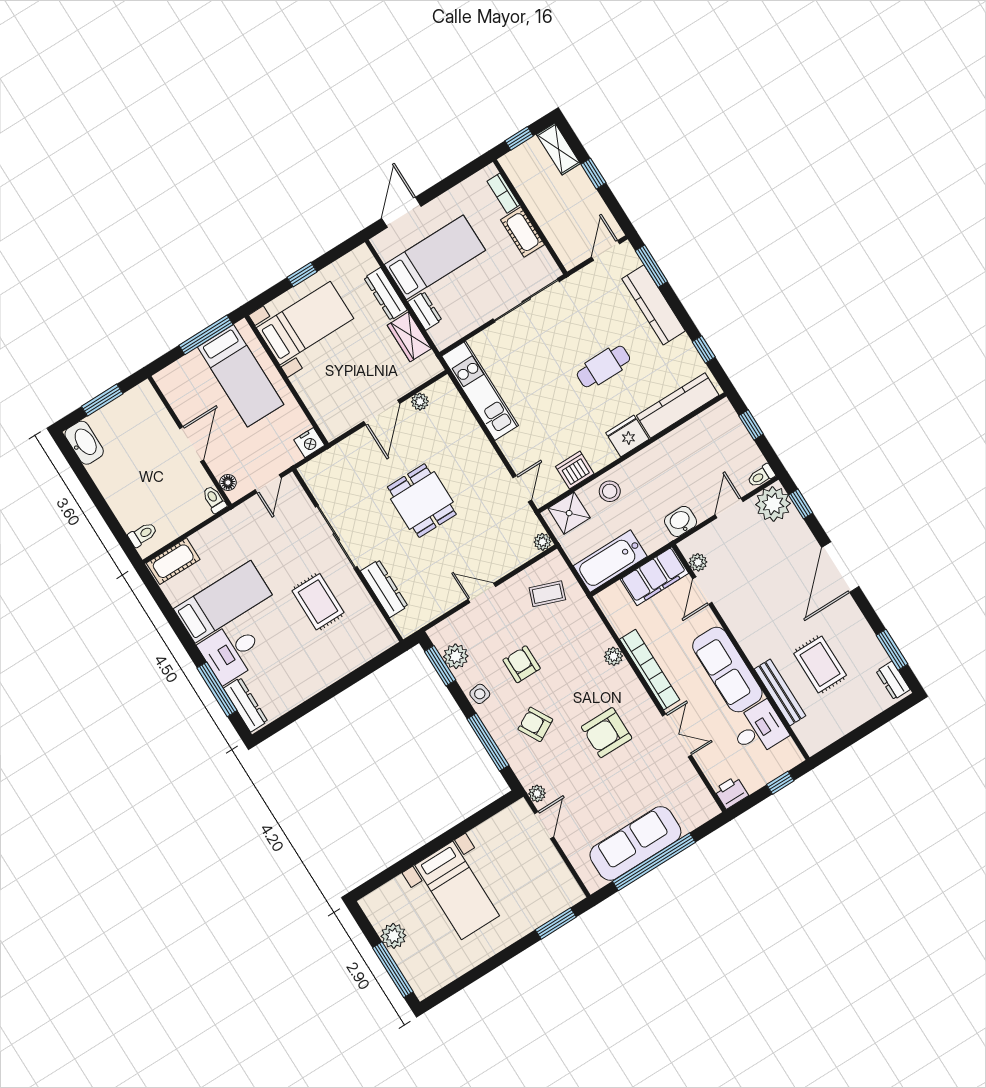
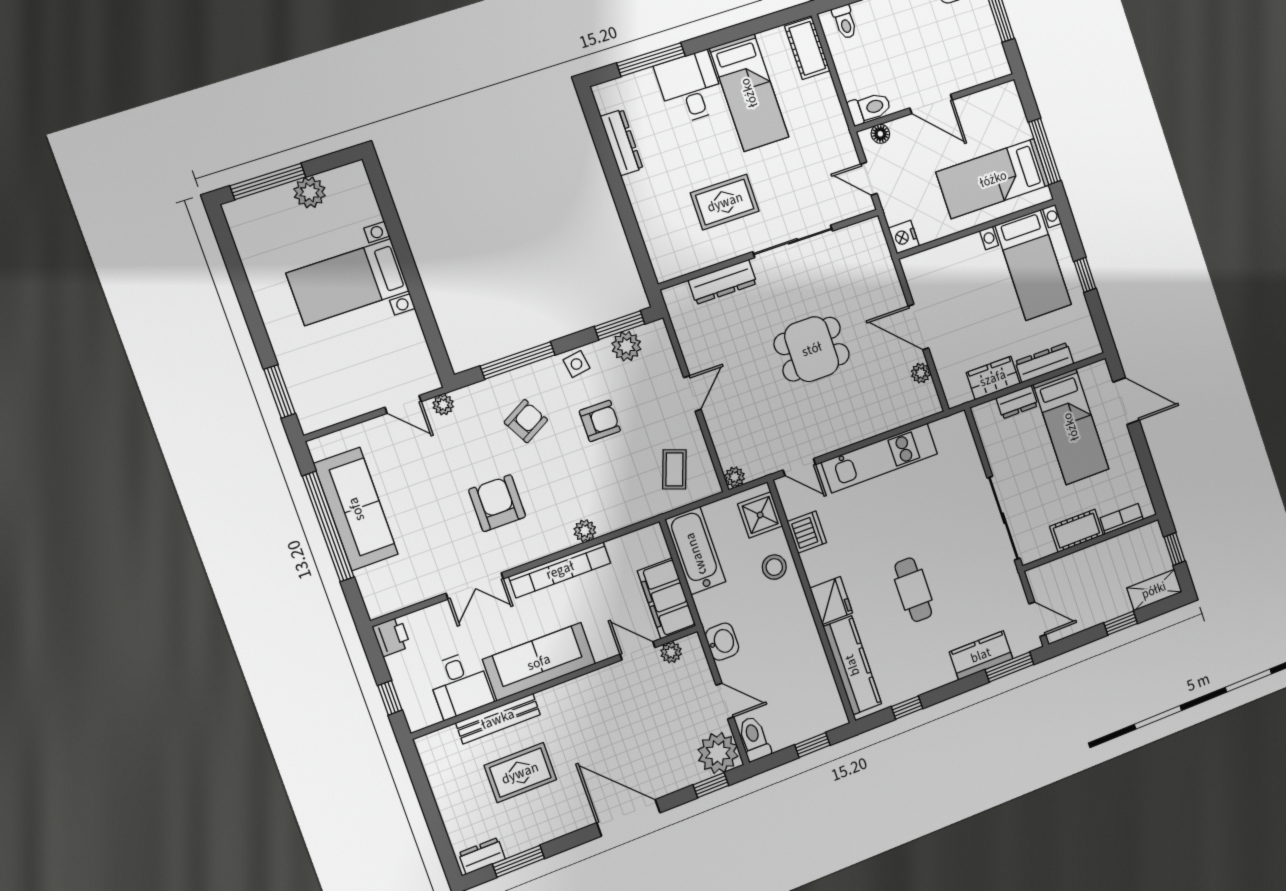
kitchen counter: (654, 305) -> (981, 655), width x0.67
kitchen unit: (480, 391) -> (880, 458), moved
toilet: (761, 476) -> (754, 739), width x1.37, depth x1.39
toilet: (214, 499) -> (869, 108), width x1.37, depth x1.39
dresser: (246, 705) -> (622, 142), moved, turned -90

